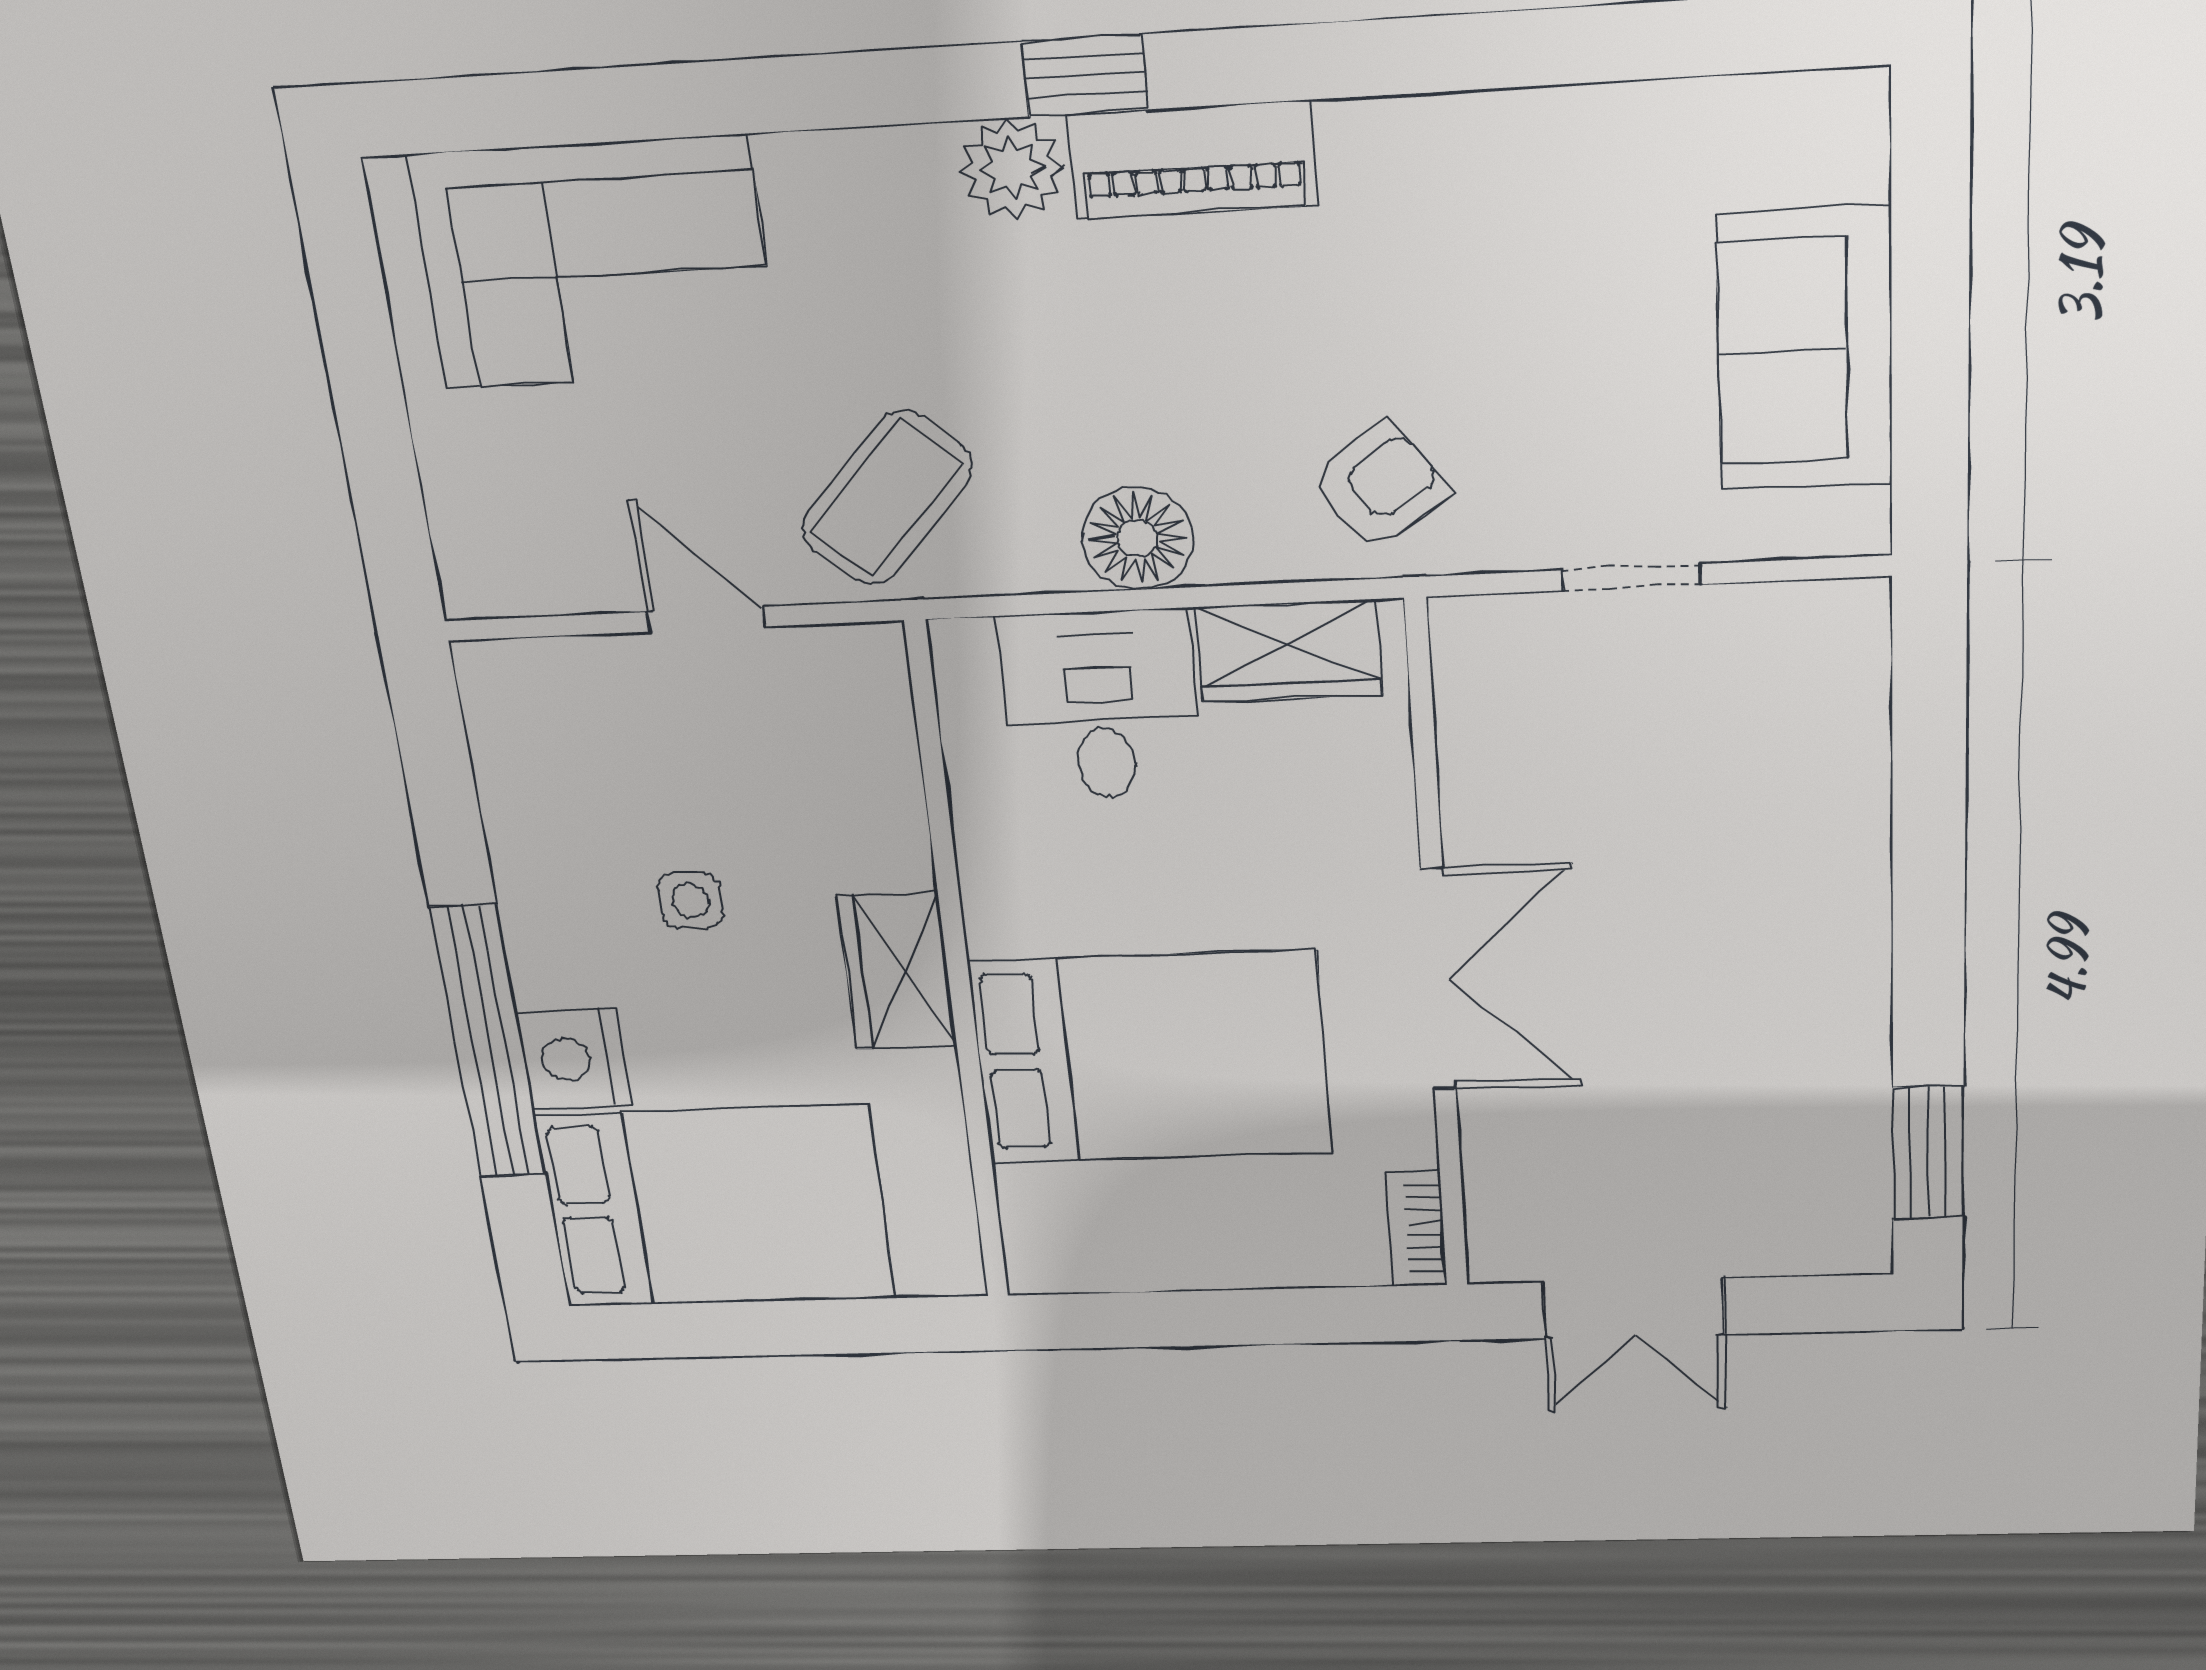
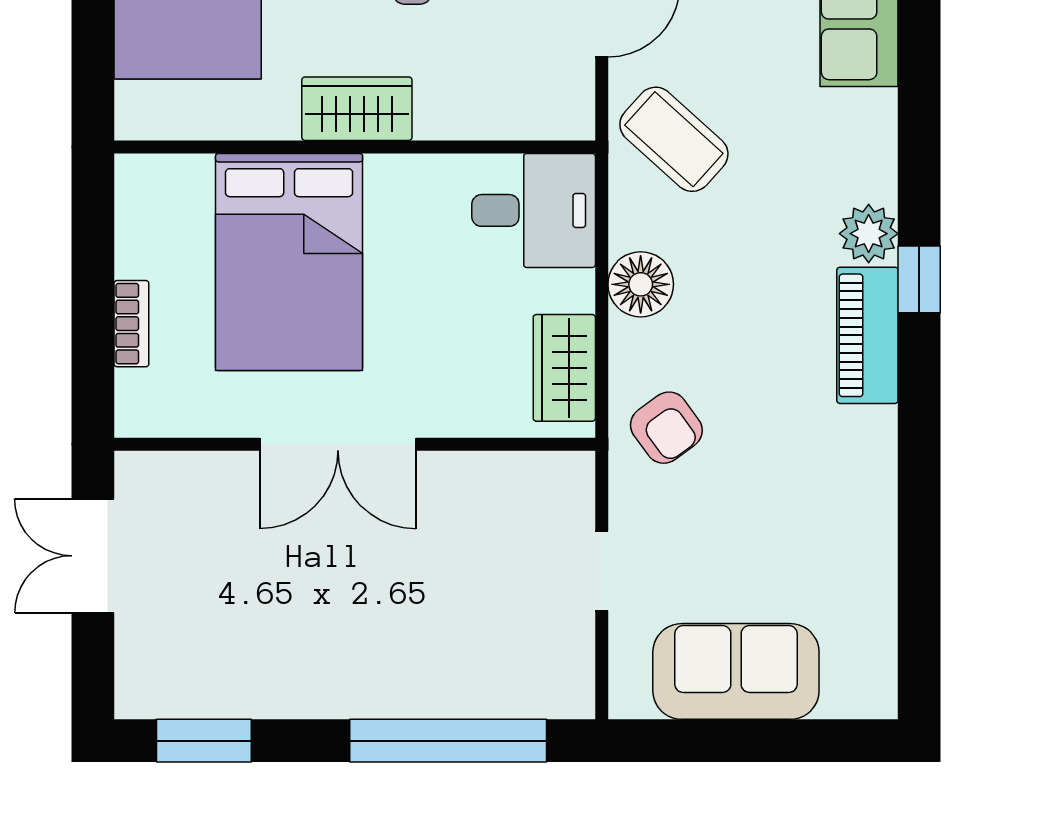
desk: (1101, 706) -> (534, 210), moved
window: (1929, 802) -> (448, 741), added
bookcase: (1416, 1229) -> (131, 324), moved, turned 90

